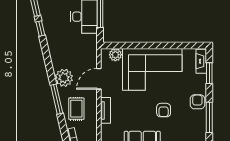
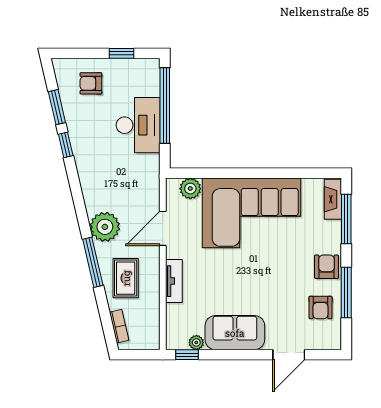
window: (209, 73) -> (346, 219), width x1.44
armchair: (164, 110) -> (320, 307), moved

